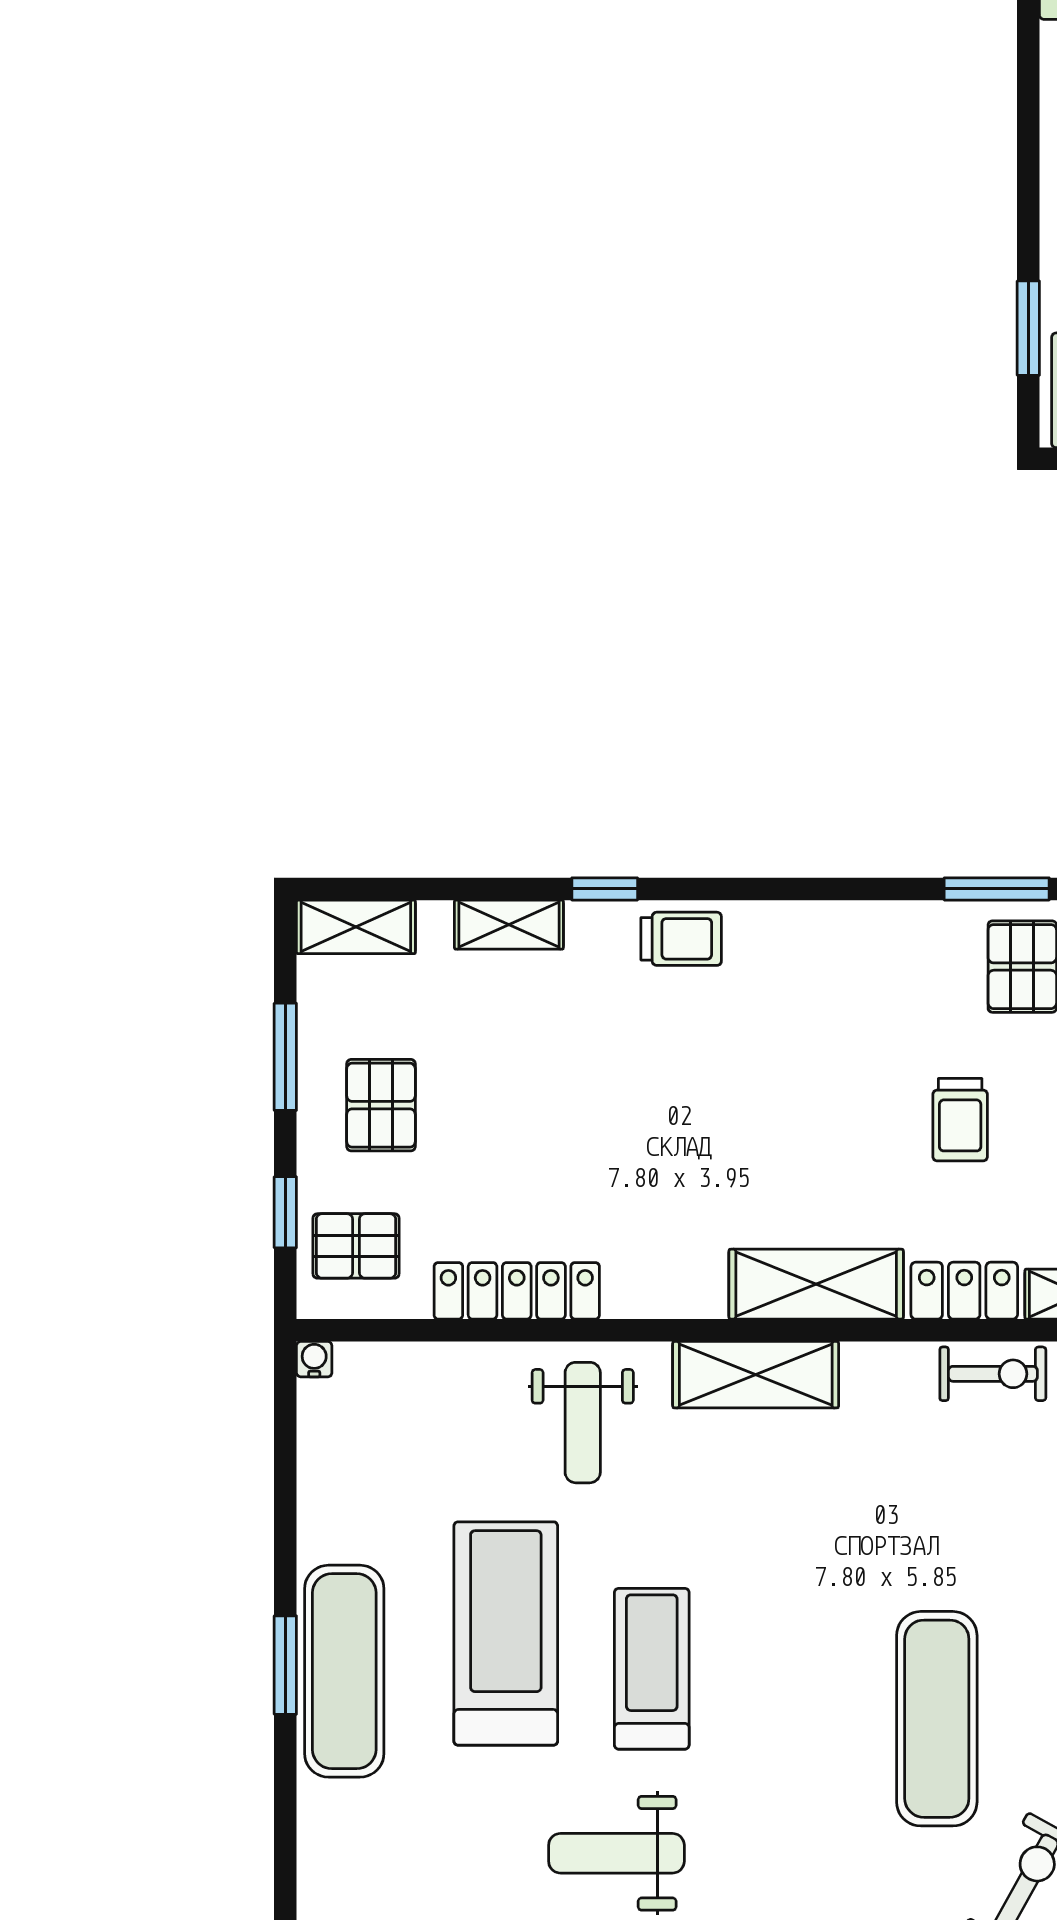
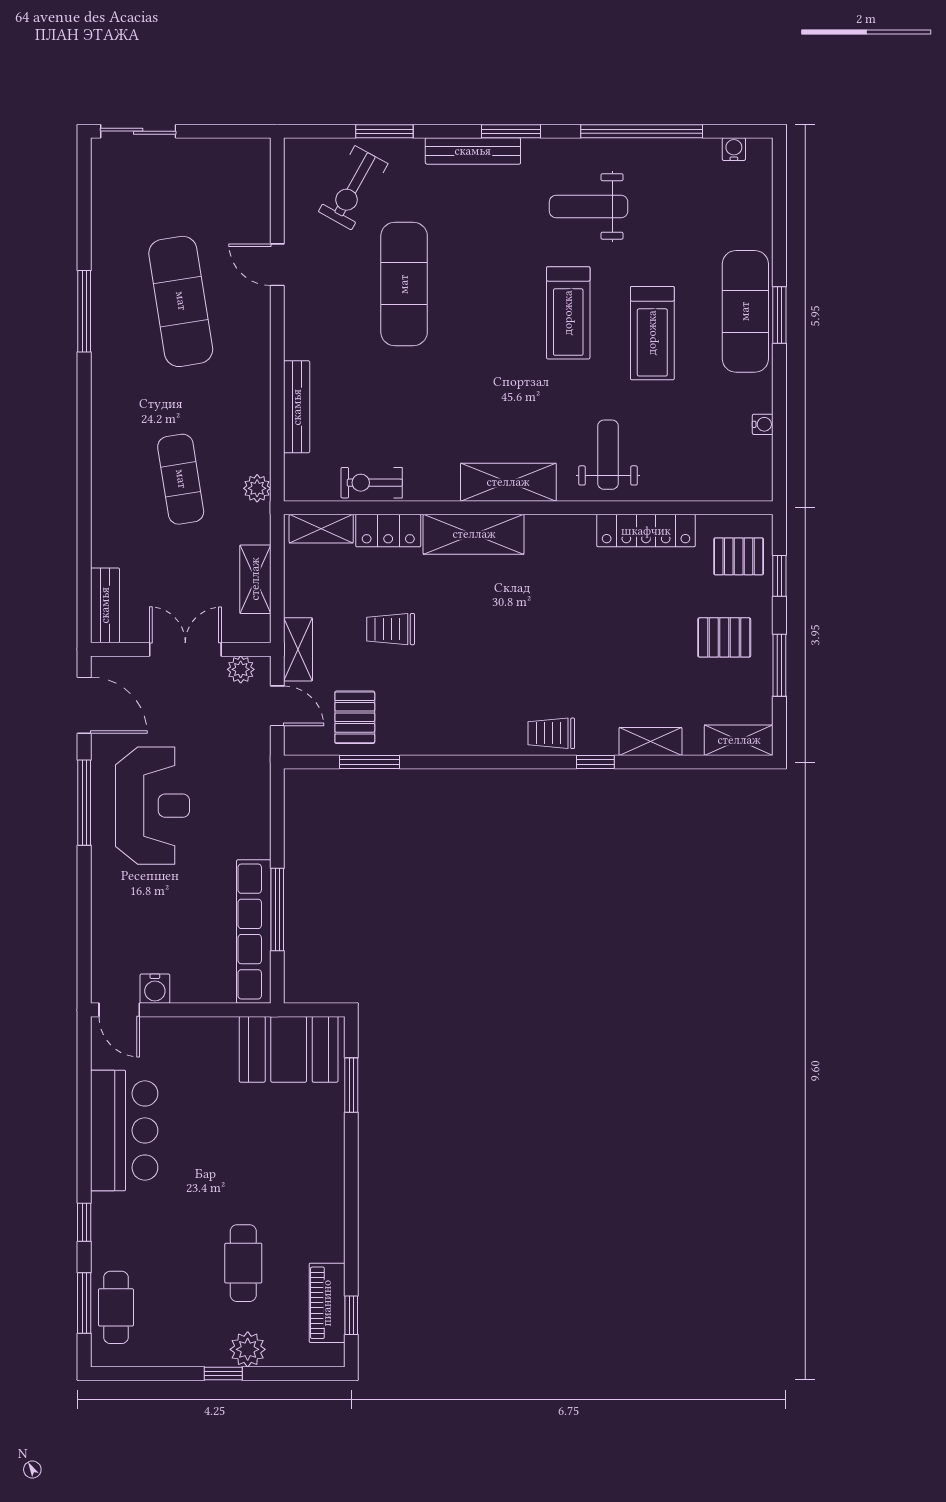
pallet: (381, 1105) -> (724, 637), turned 90
trolley: (960, 1120) -> (391, 629), turned -90
water cooler: (314, 1359) -> (763, 424), moved, turned -90
treadmill: (506, 1633) -> (652, 333), width x0.73, depth x0.73
weight bench: (616, 1853) -> (589, 206), turned 180

